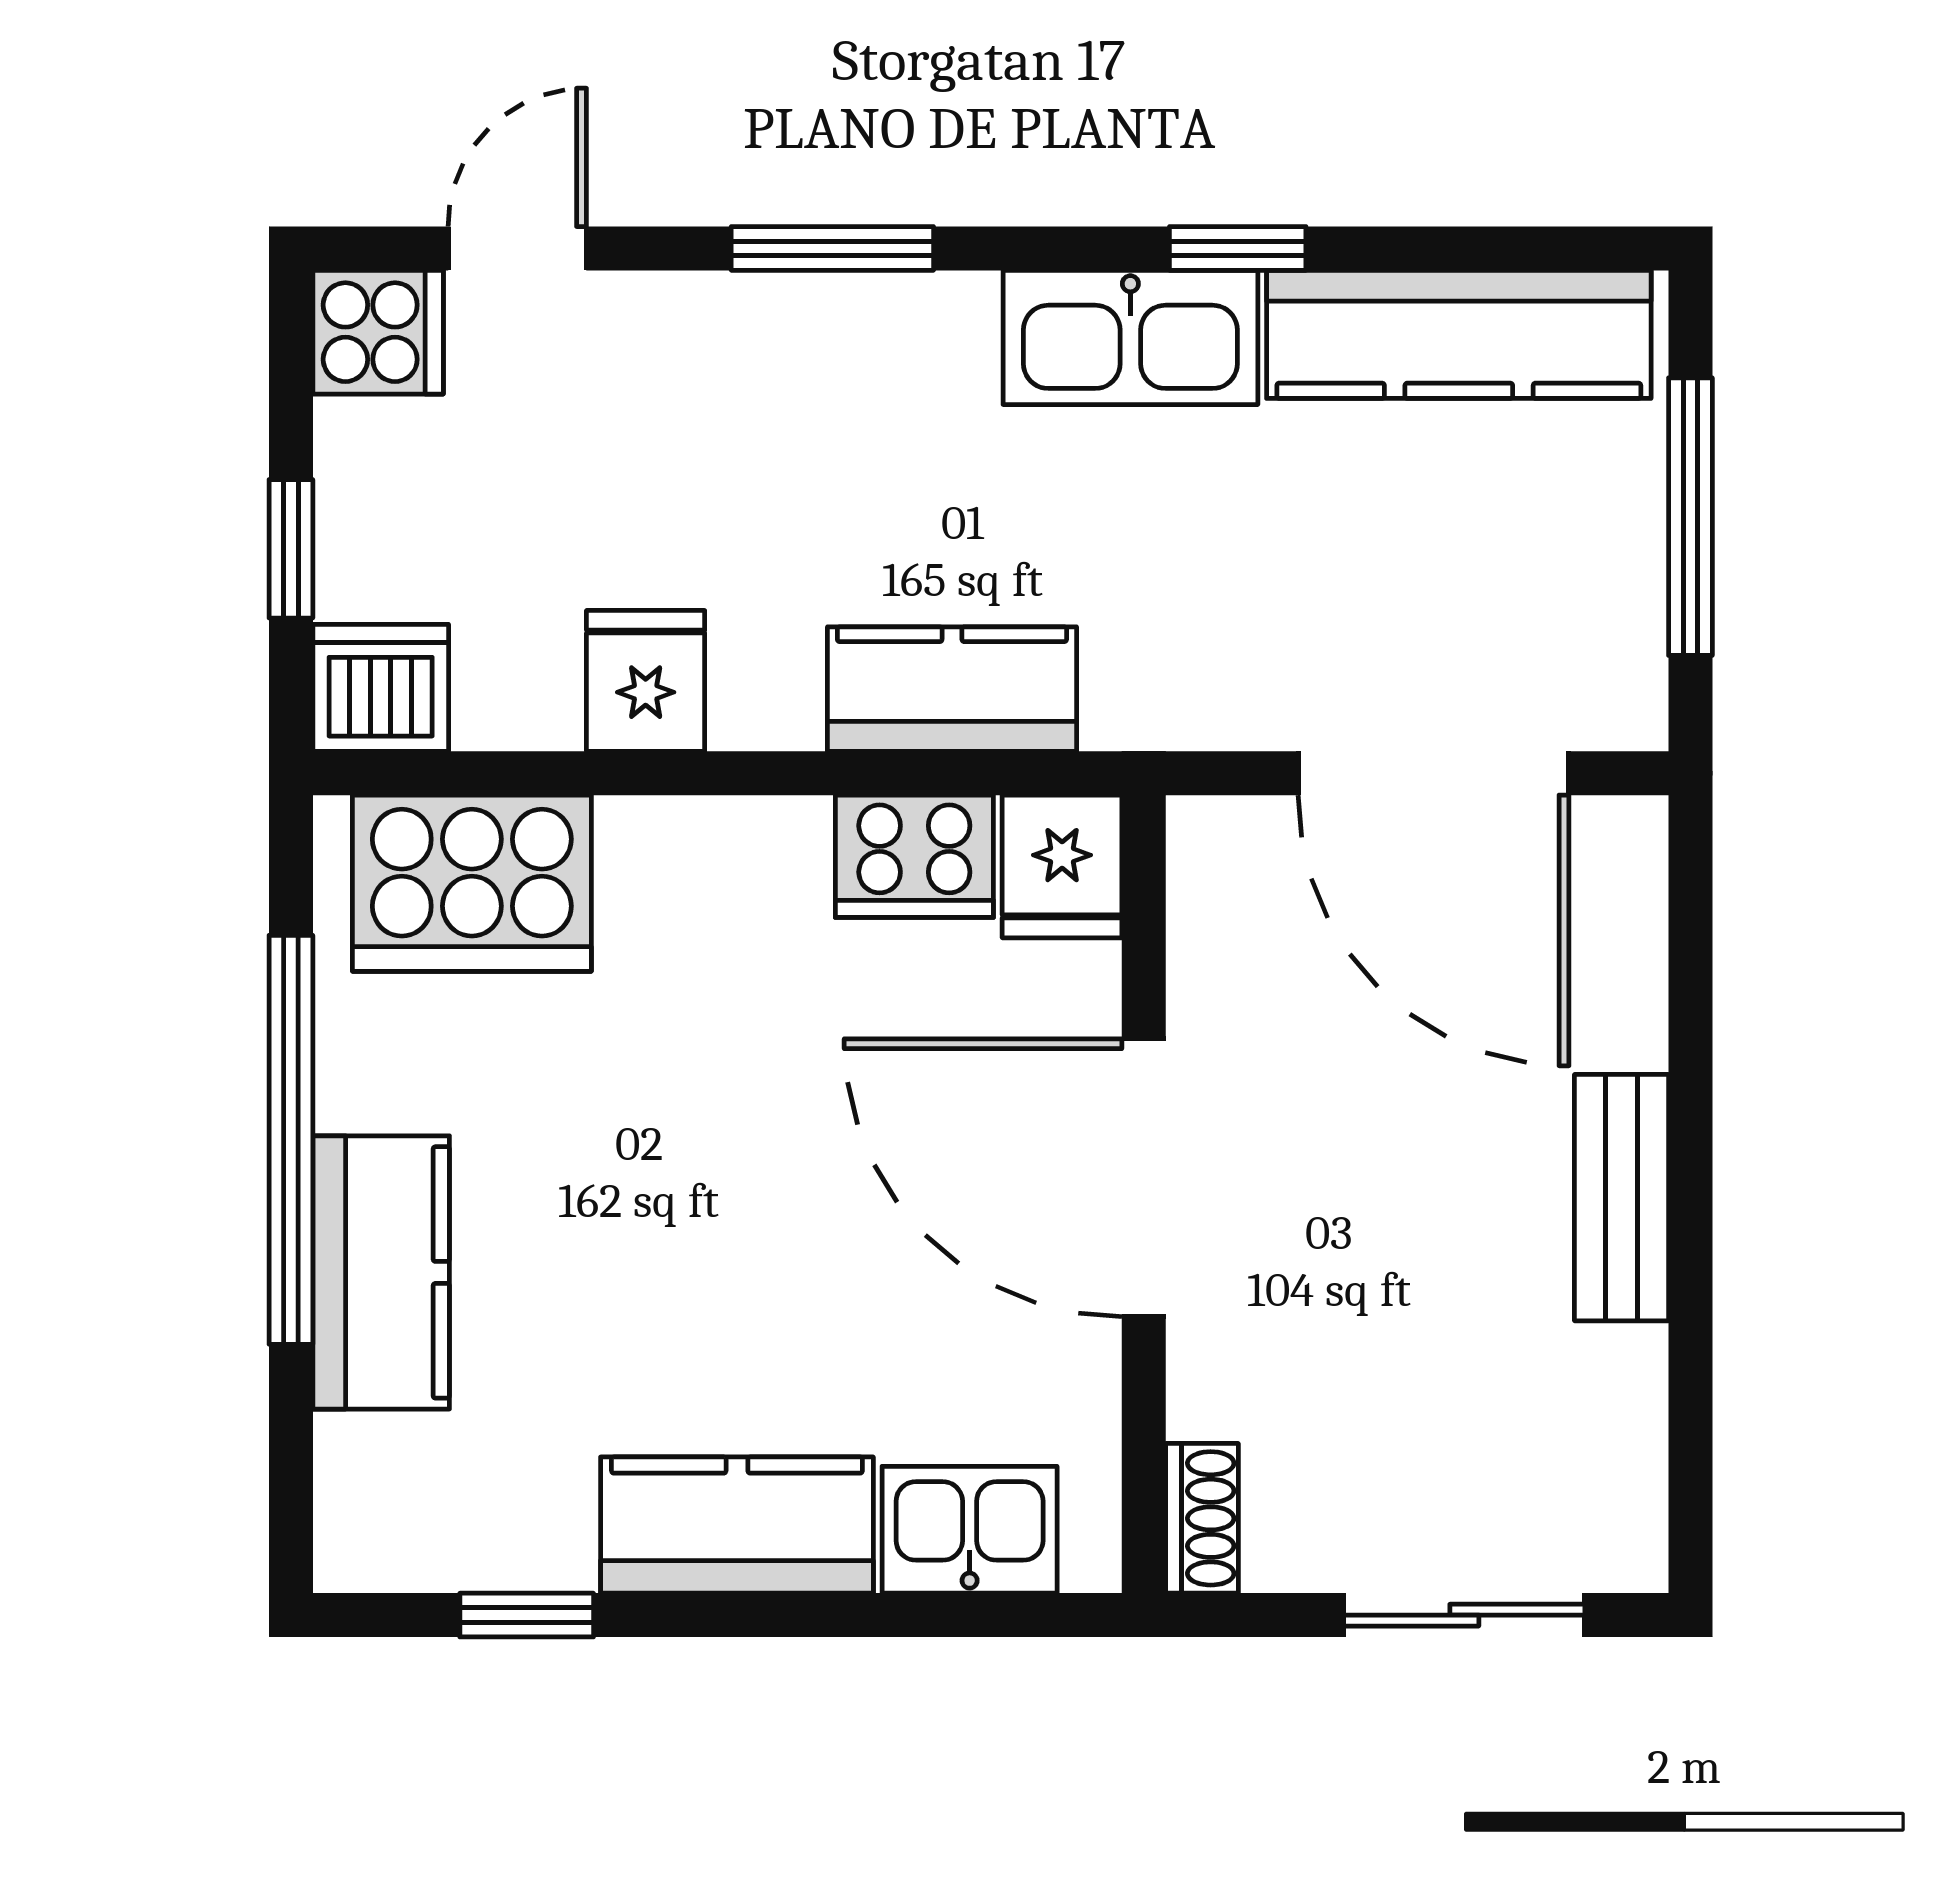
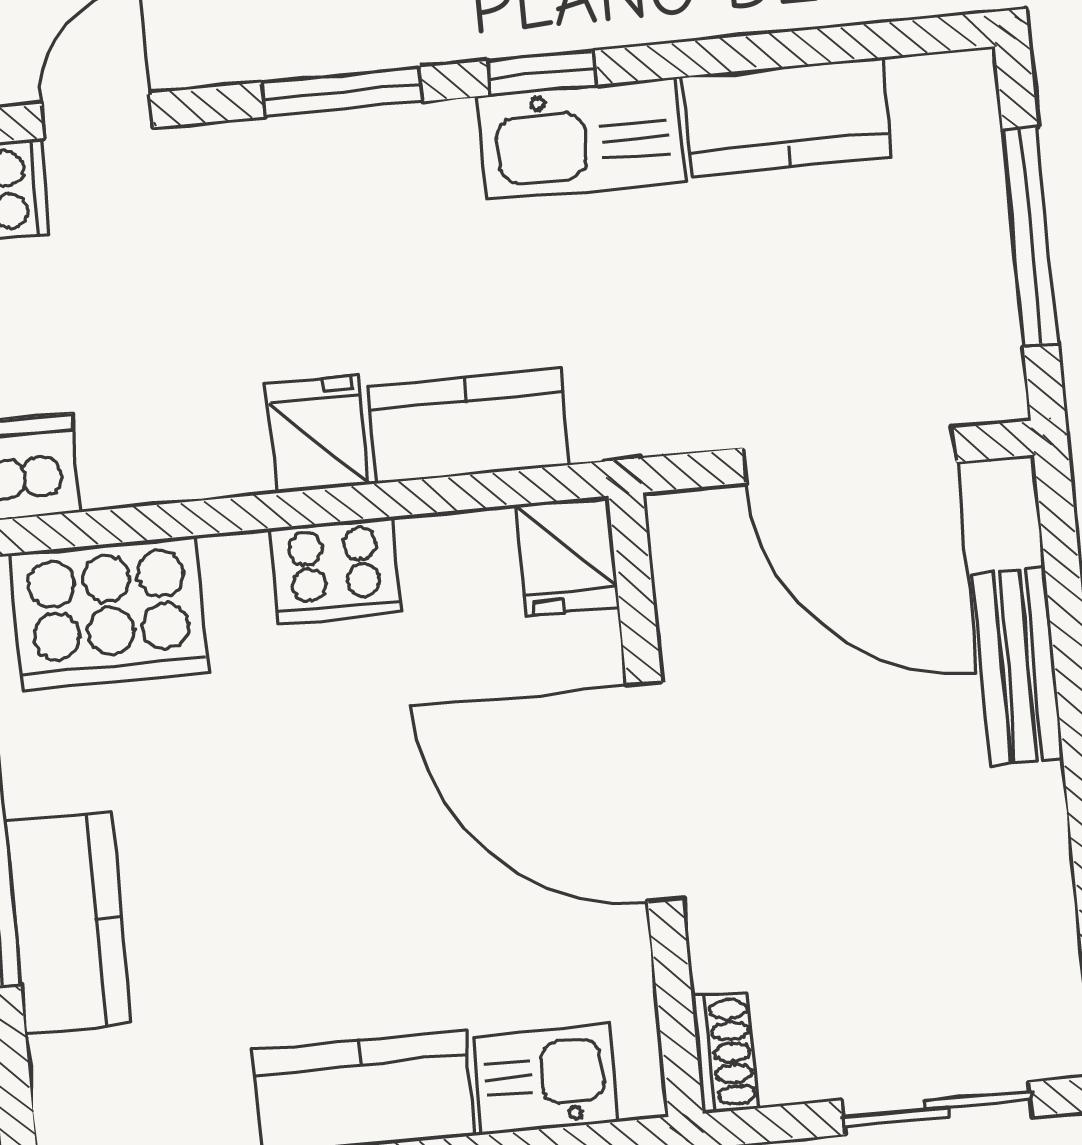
window: (1238, 248) -> (542, 73), moved
kitchen counter: (1459, 334) -> (787, 117), width x0.67
fridge: (646, 681) -> (318, 434), moved
cooker: (914, 856) -> (335, 570), moved
bench: (1622, 1198) -> (1018, 666), moved

